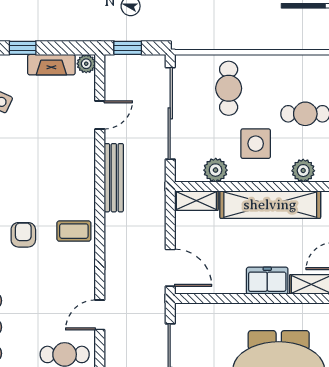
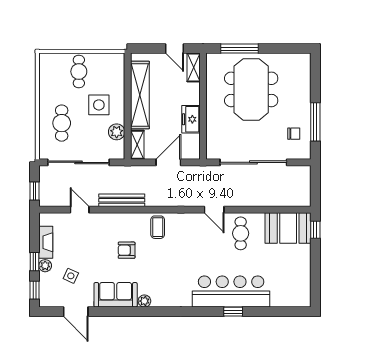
plant: (86, 64) -> (45, 266), moved
cafe table: (229, 88) -> (62, 123), turned 90
plant: (303, 171) -> (117, 73), removed
armchair: (23, 235) -> (127, 250), moved
door: (170, 268) -> (168, 162), moved
freezer: (267, 281) -> (191, 119), moved

